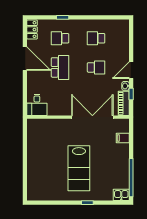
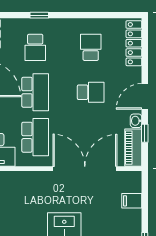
locker: (124, 36) -> (134, 43), added
school desk: (60, 38) -> (35, 47), turned -90
school desk: (96, 38) -> (91, 47), turned 90
school desk: (60, 97) -> (35, 137), added

